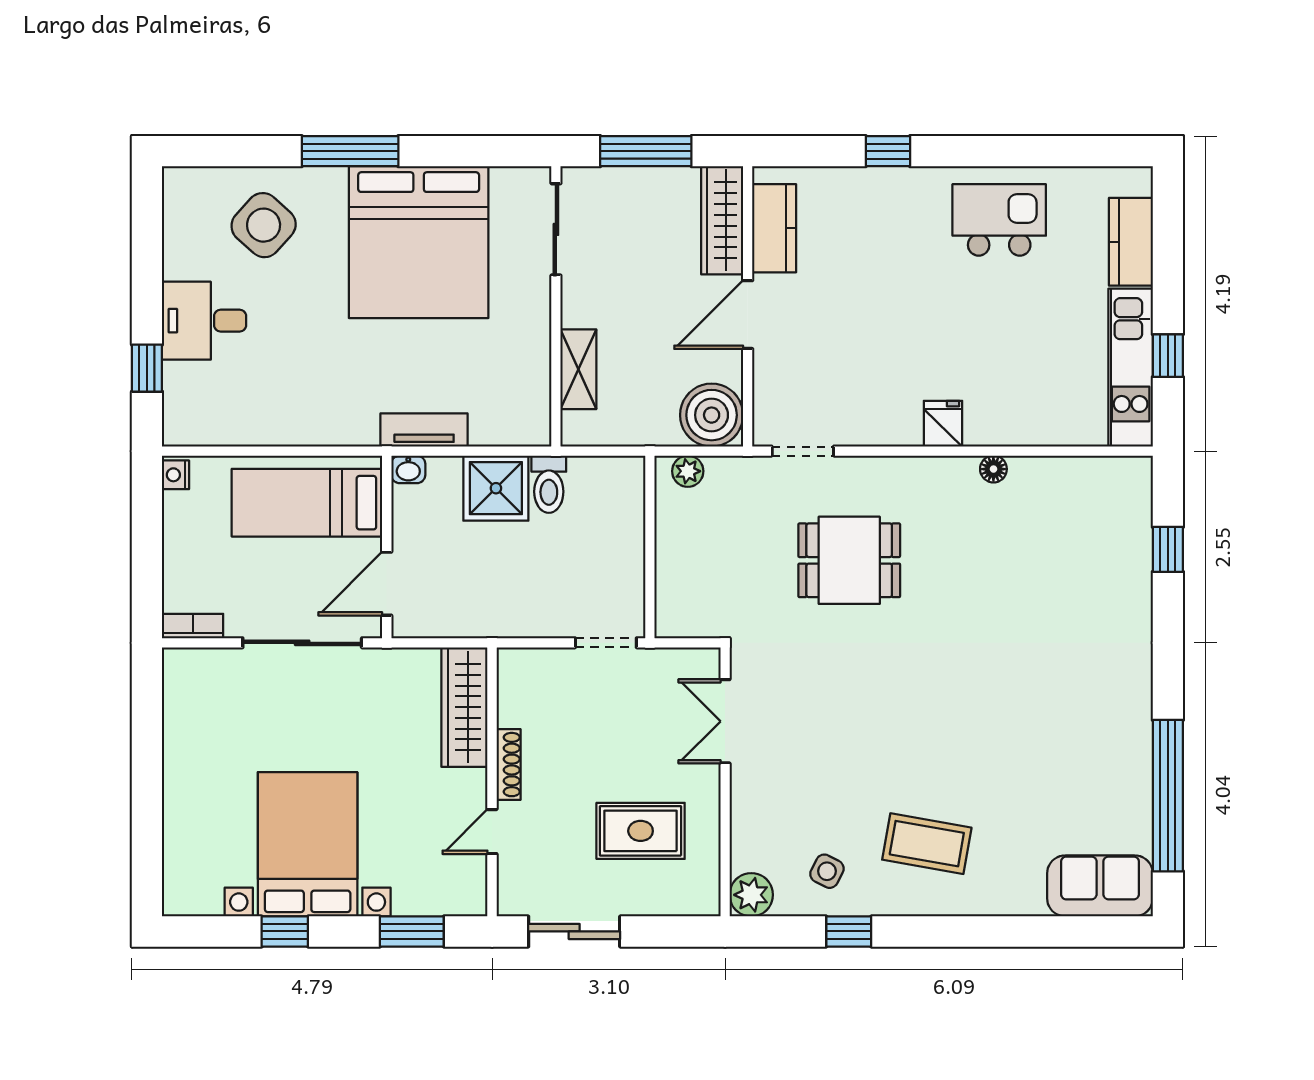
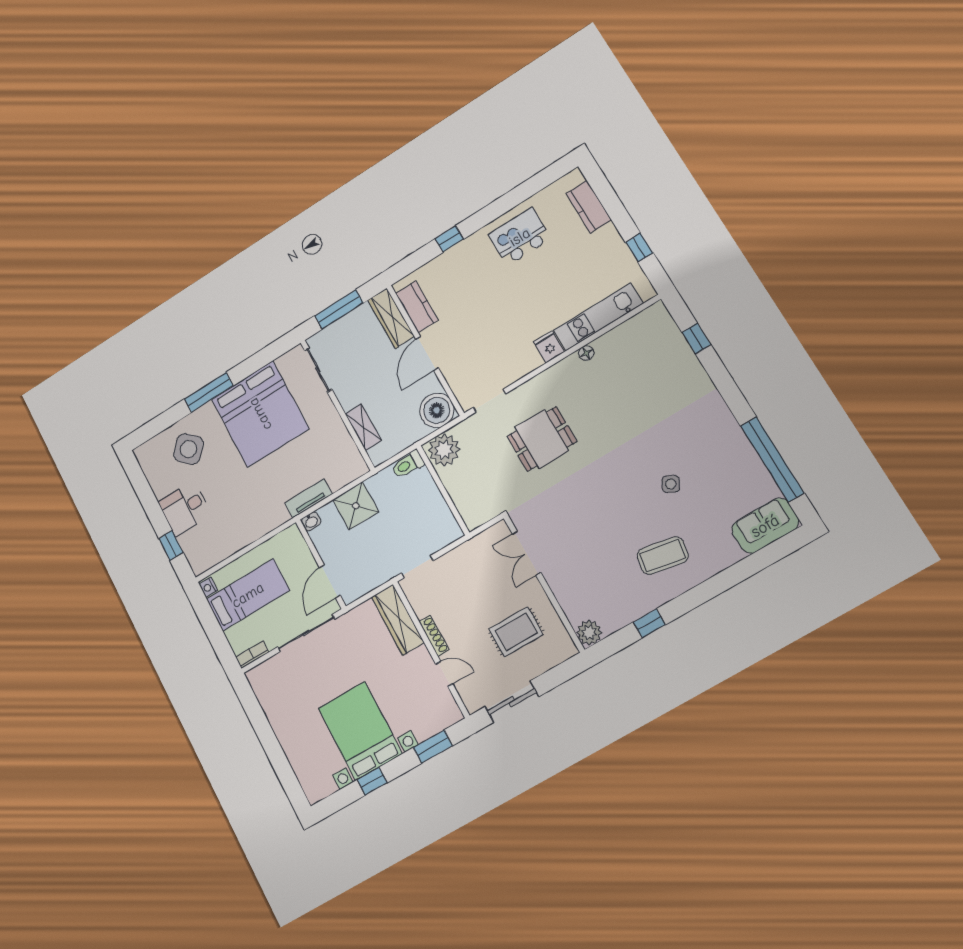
kitchen unit: (1131, 368) -> (598, 317), moved, turned 90
plant: (688, 471) -> (444, 450), width x1.88, depth x1.88
toilet: (549, 484) -> (408, 465), moved, turned 90
bed: (307, 503) -> (248, 595), moved, turned 180
doorway: (606, 643) -> (417, 567), moved
door: (492, 832) -> (444, 674), swing flipped
side table: (827, 871) -> (671, 484), moved

